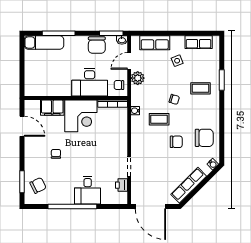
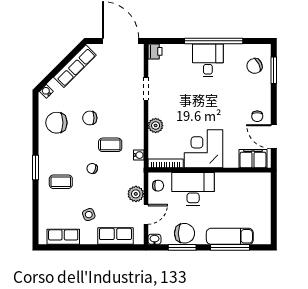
window: (111, 33) -> (182, 247), moved
exam couch: (44, 43) -> (230, 236), moved
chair: (97, 45) -> (184, 233), turned 90
window: (222, 80) -> (35, 168), moved
filing cabinet: (52, 108) -> (253, 159), moved
plant: (121, 135) -> (156, 126), added
chair: (56, 154) -> (257, 116), moved
printer: (121, 185) -> (155, 51), moved
desk: (88, 190) -> (208, 60), moved

